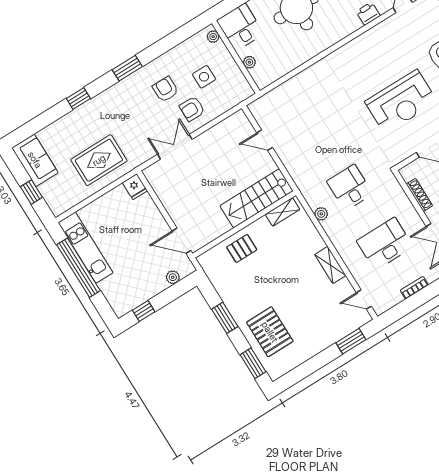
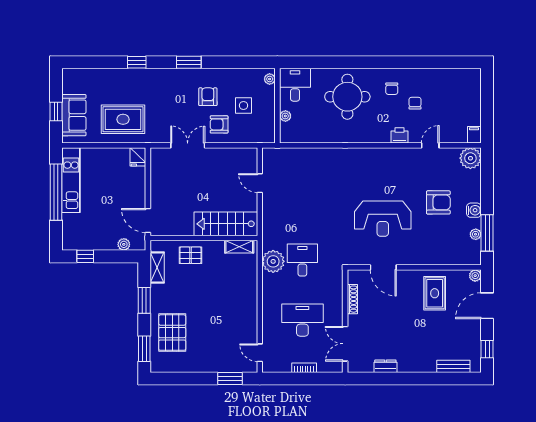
sofa: (35, 160) -> (74, 115), moved
plant: (321, 214) -> (273, 261), width x1.87, depth x1.87
shelving: (330, 265) -> (157, 267), moved

